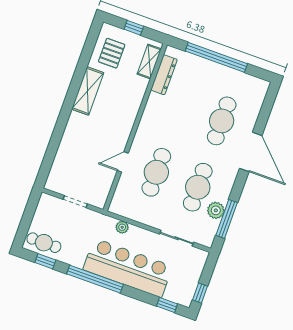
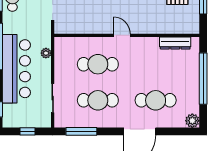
shelving: (149, 62) -> (181, 28), removed
door: (123, 162) -> (122, 35), moved
plant: (216, 210) -> (192, 121), moved
window: (200, 293) -> (28, 131), moved

